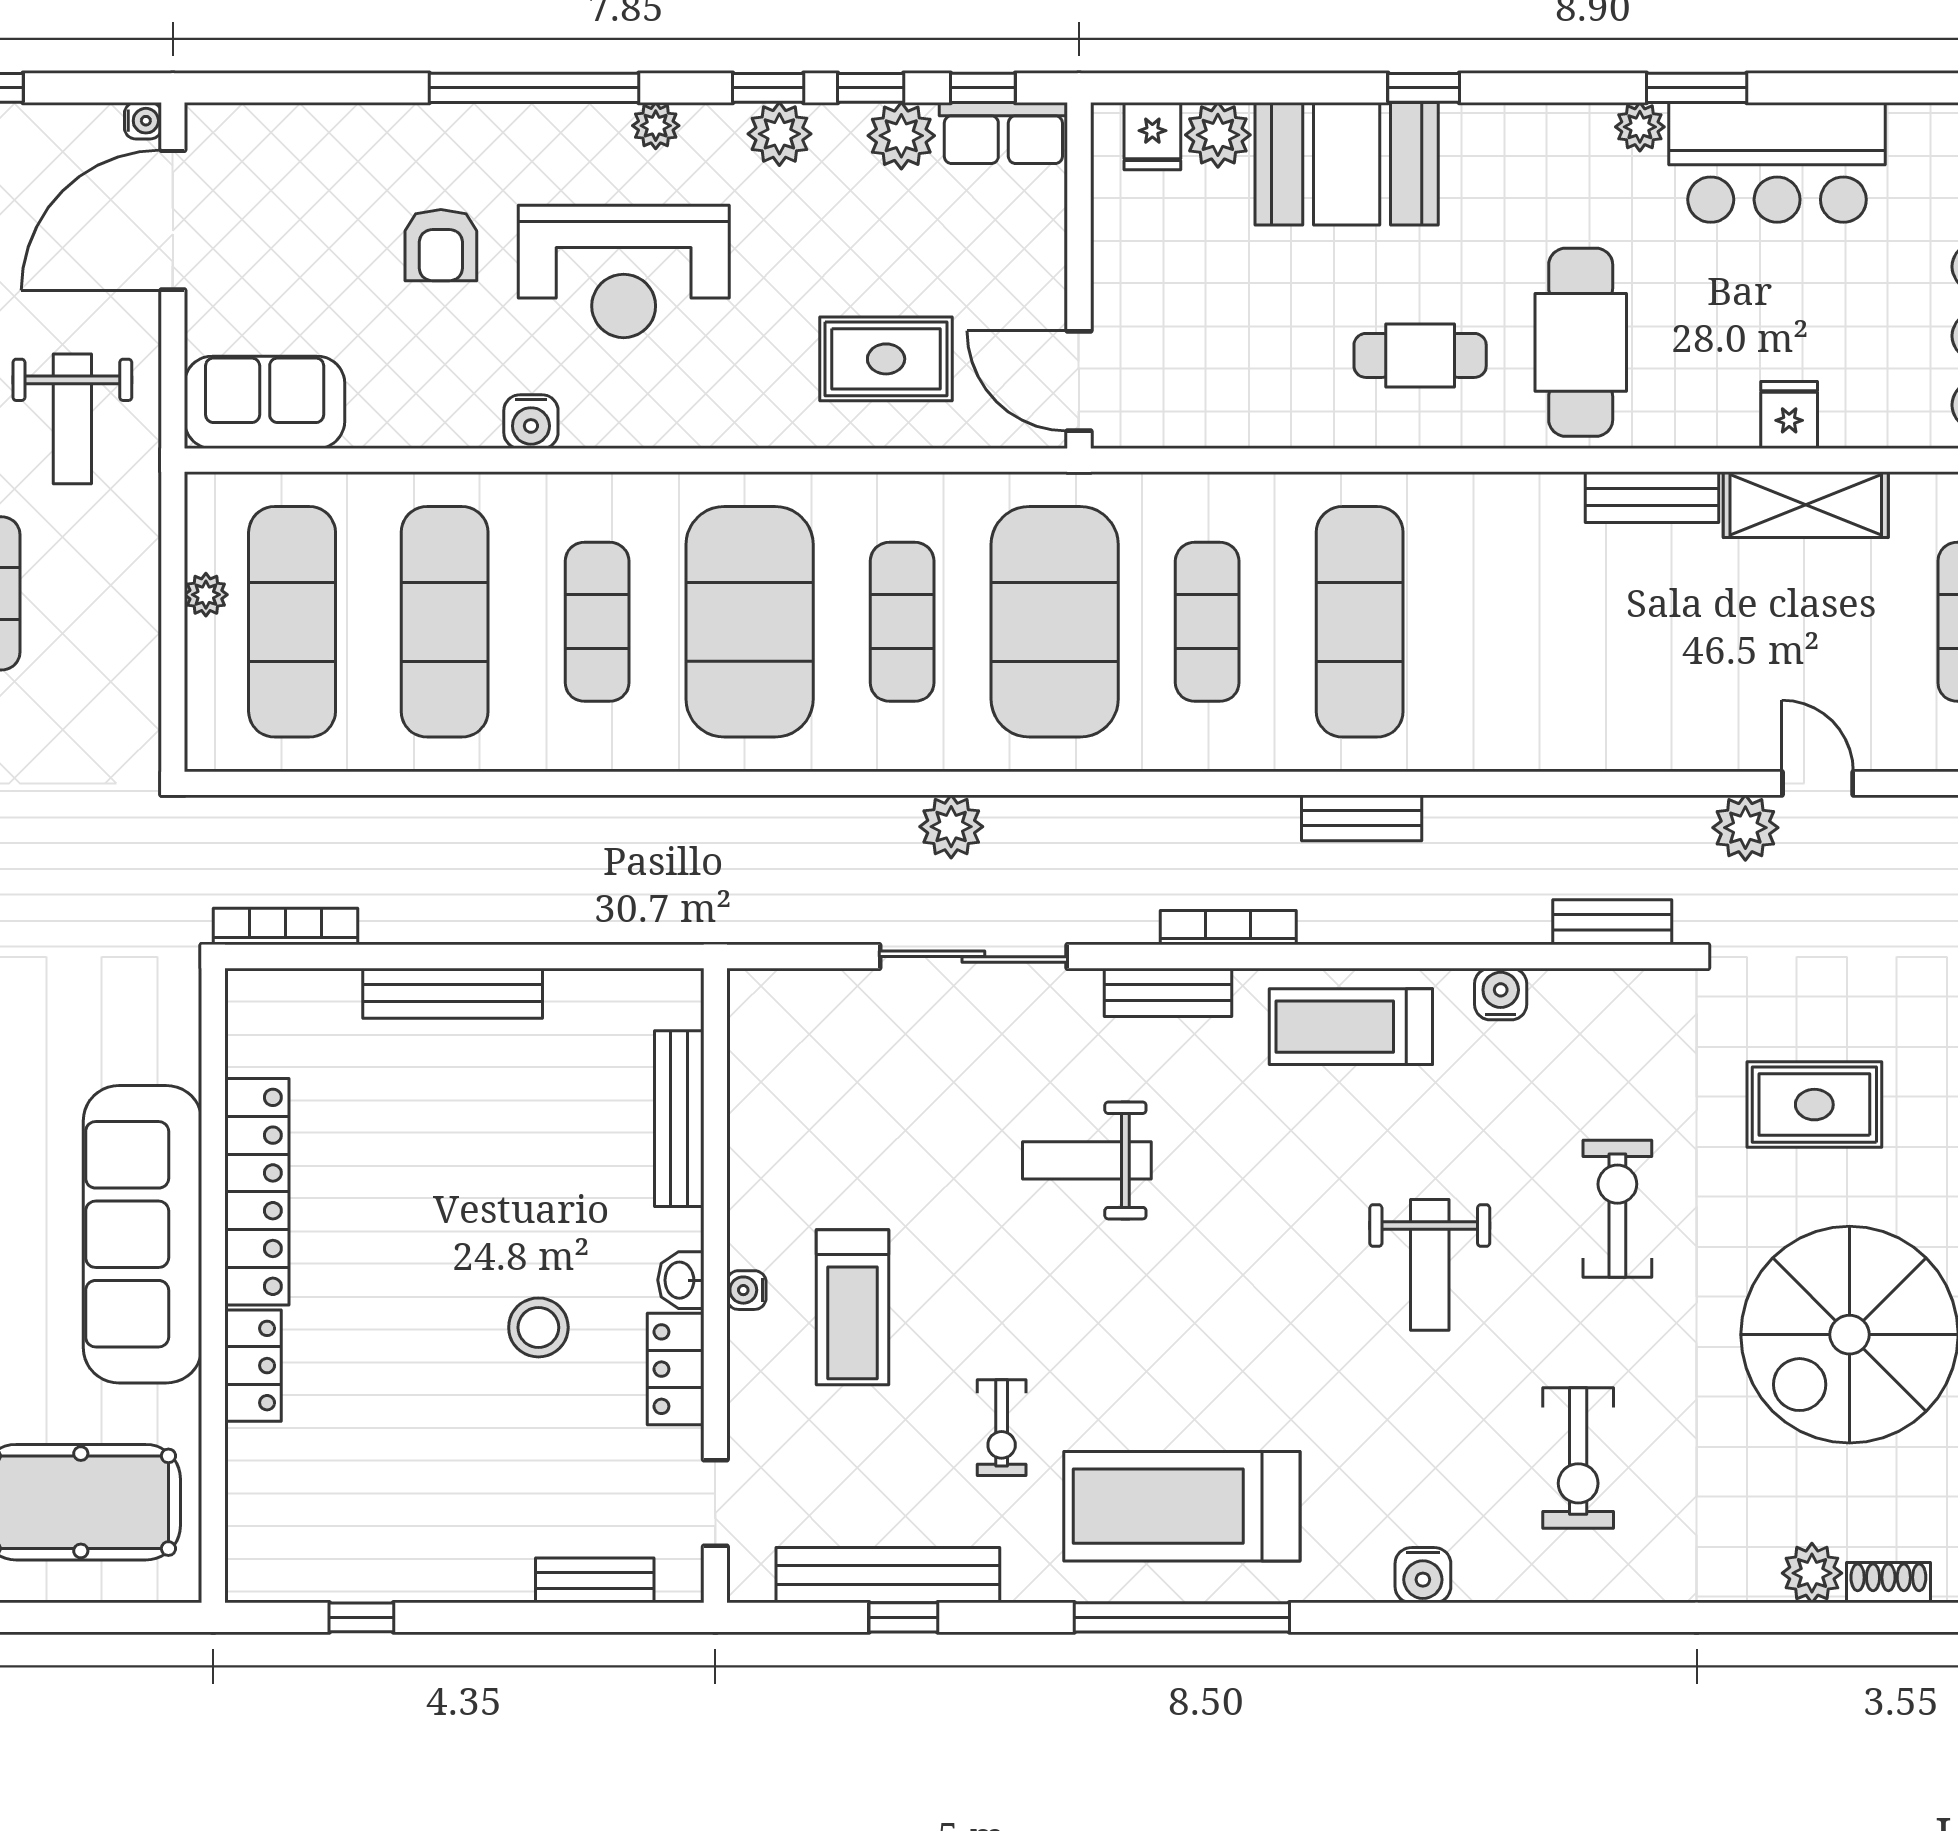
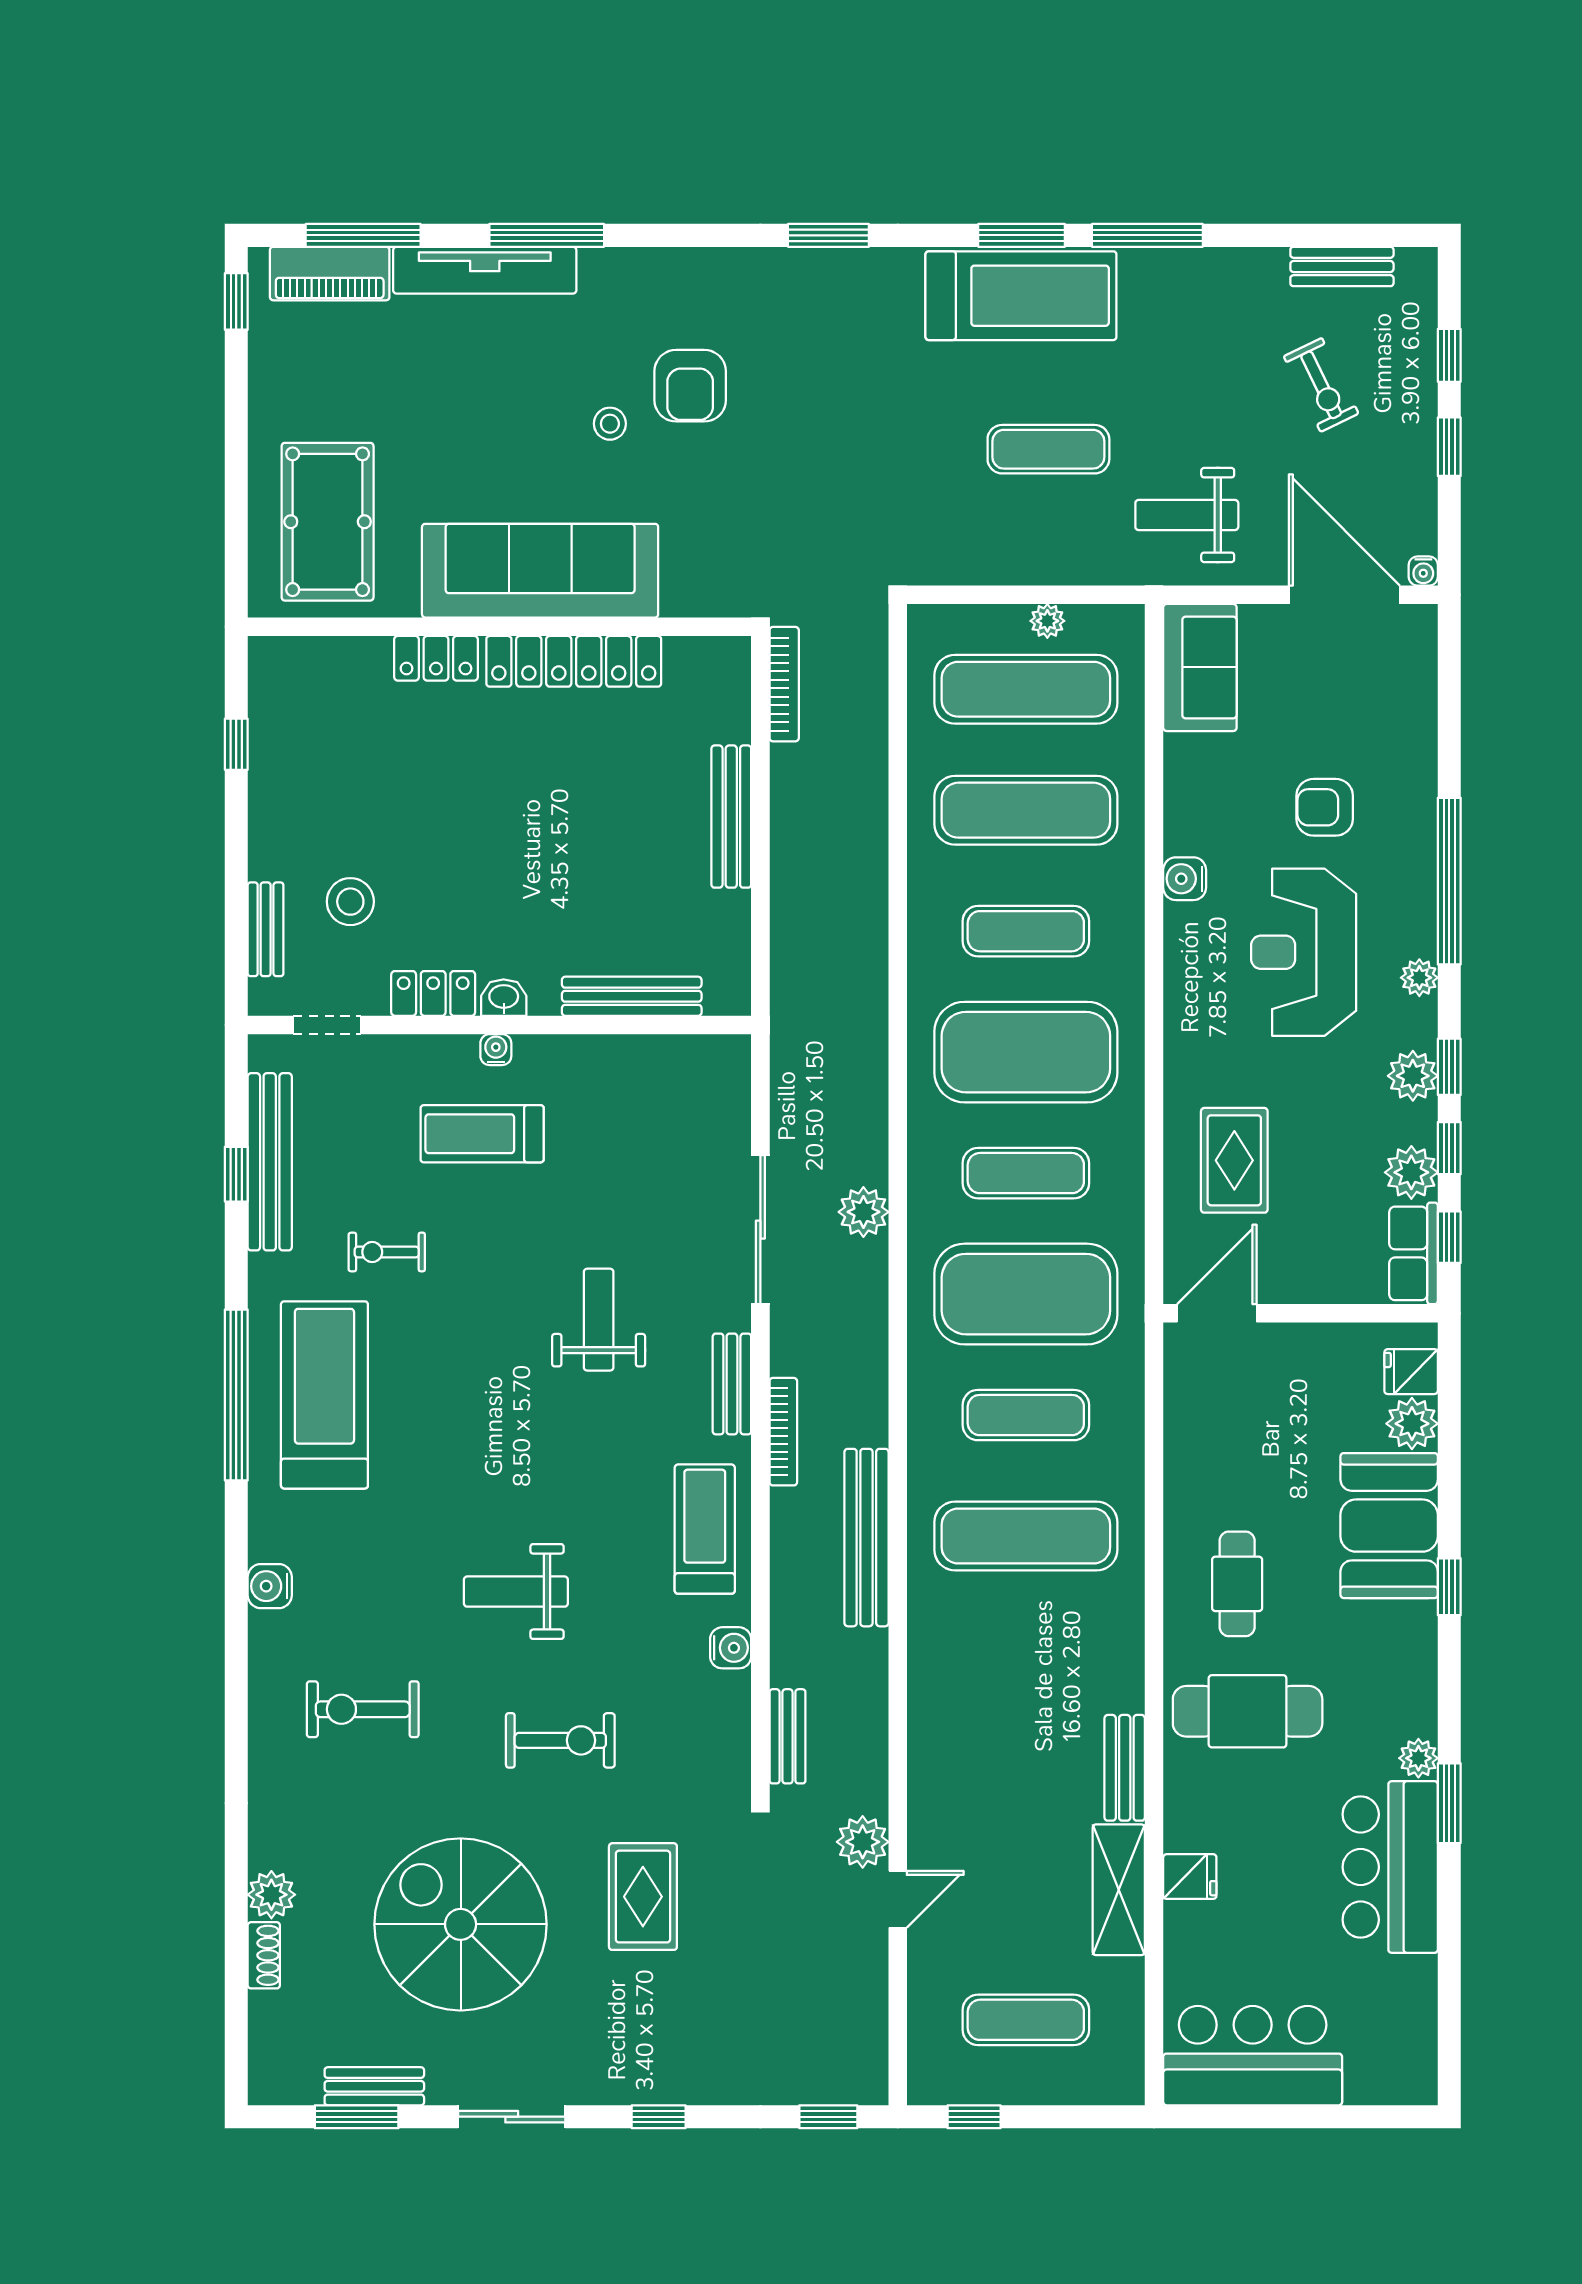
bench: (1362, 818) -> (866, 1538), width x1.86, depth x1.21
stool: (538, 1327) -> (350, 902), moved

